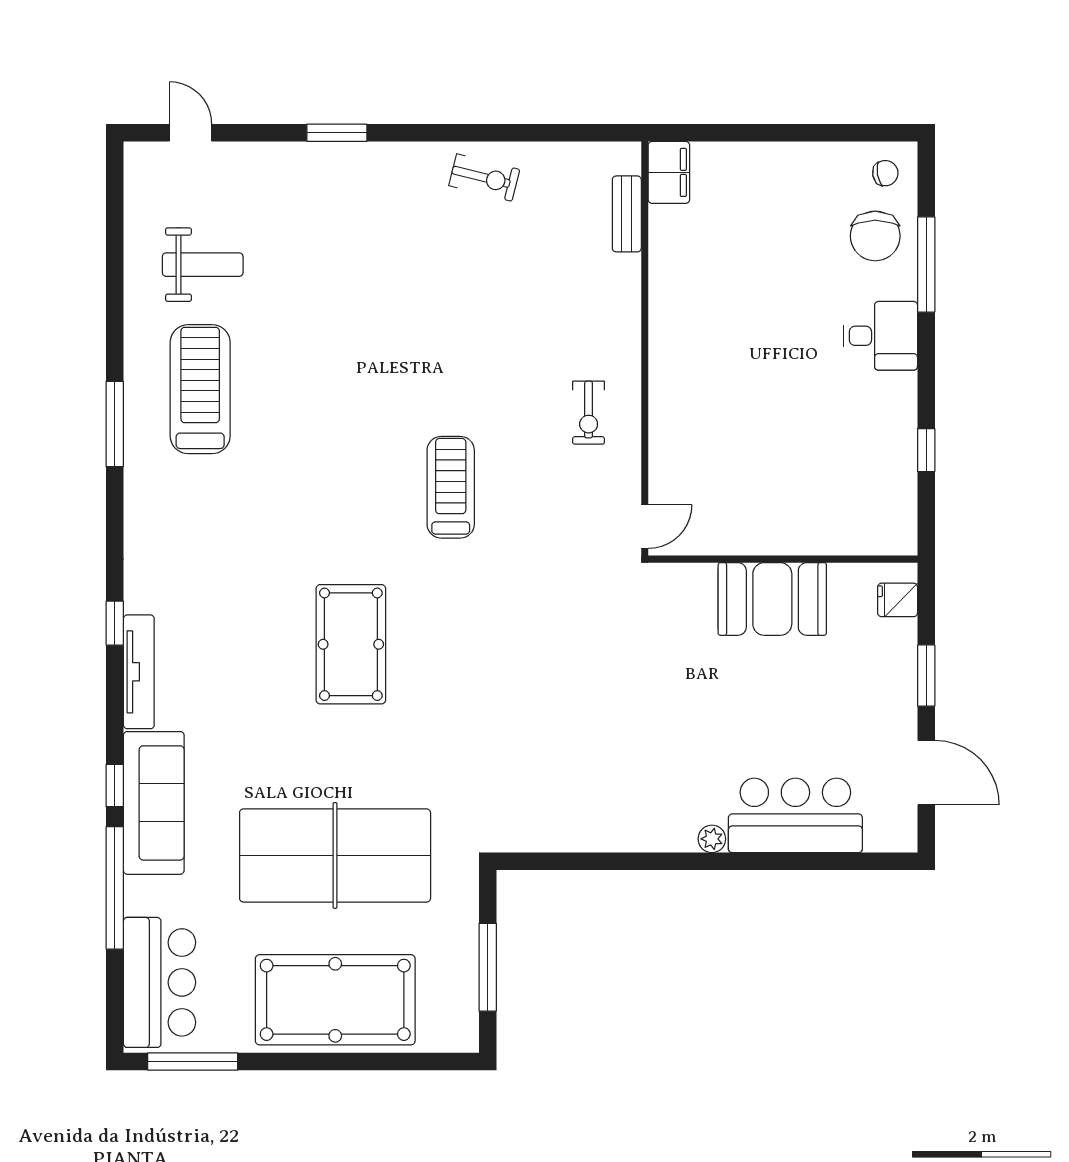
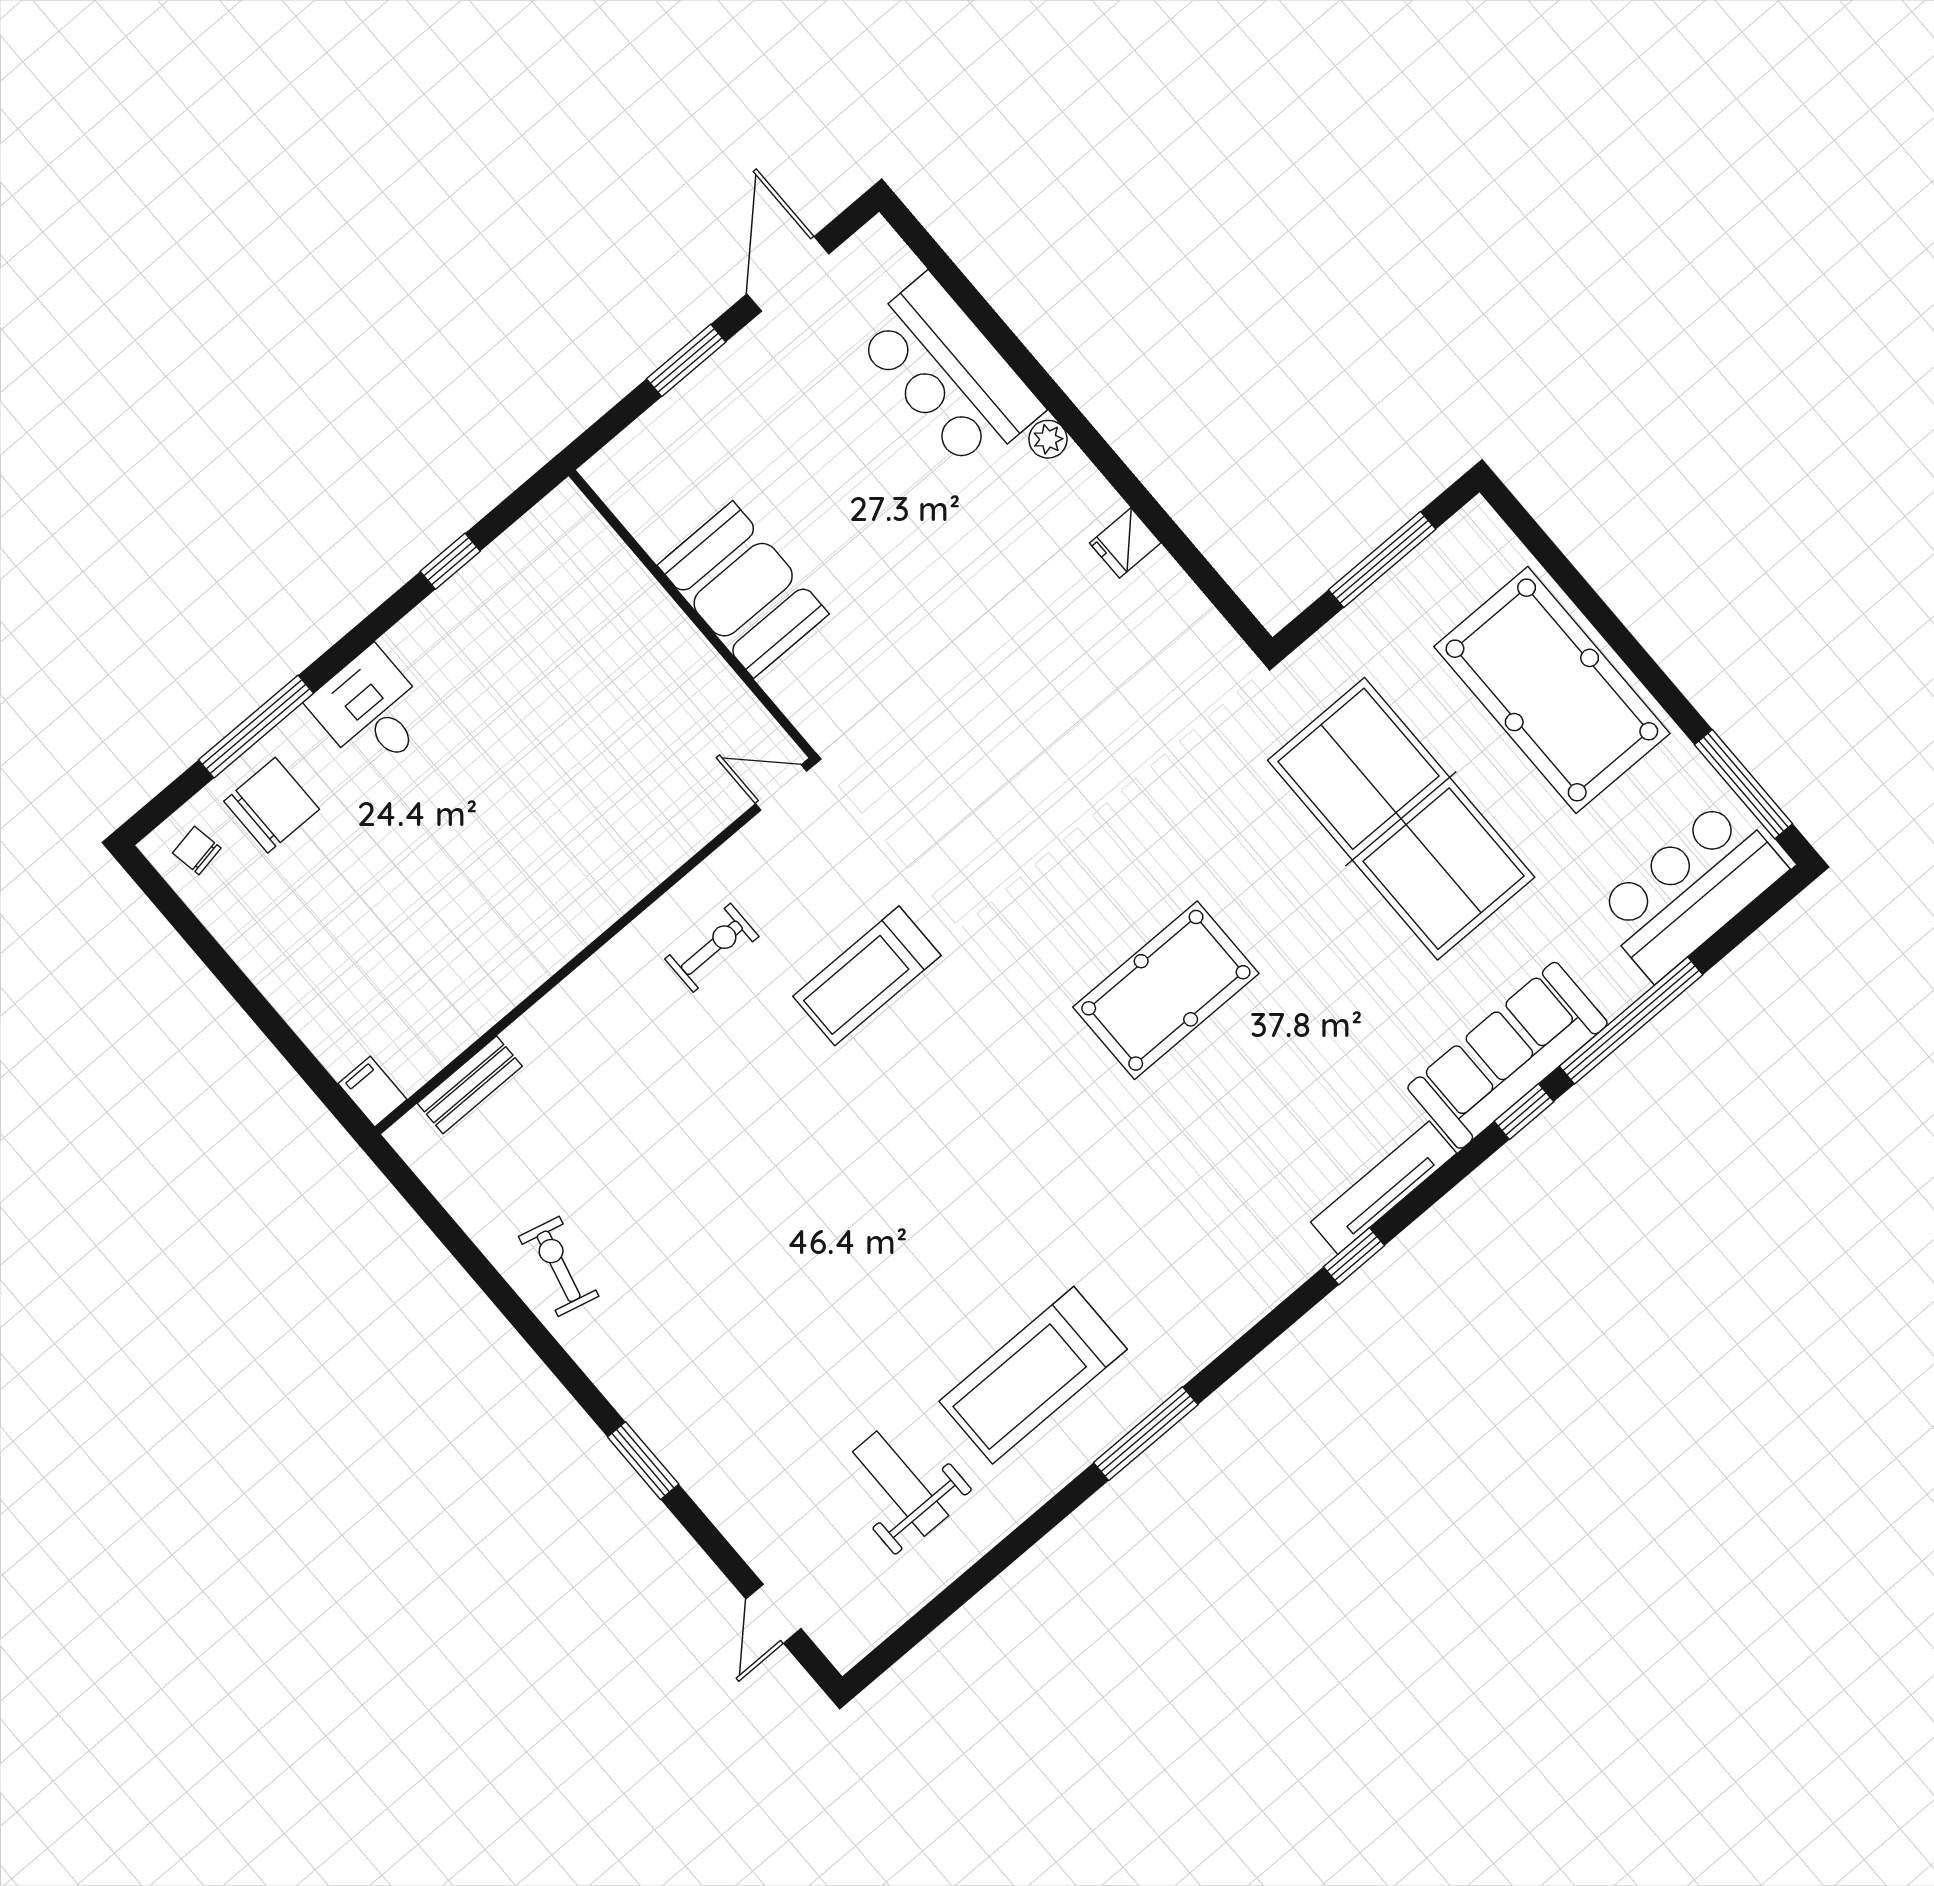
filing cabinet: (669, 172) -> (373, 1092), width x0.50
treadmill: (451, 487) -> (867, 976), moved
fridge: (898, 600) -> (1125, 543), moved, turned 90

